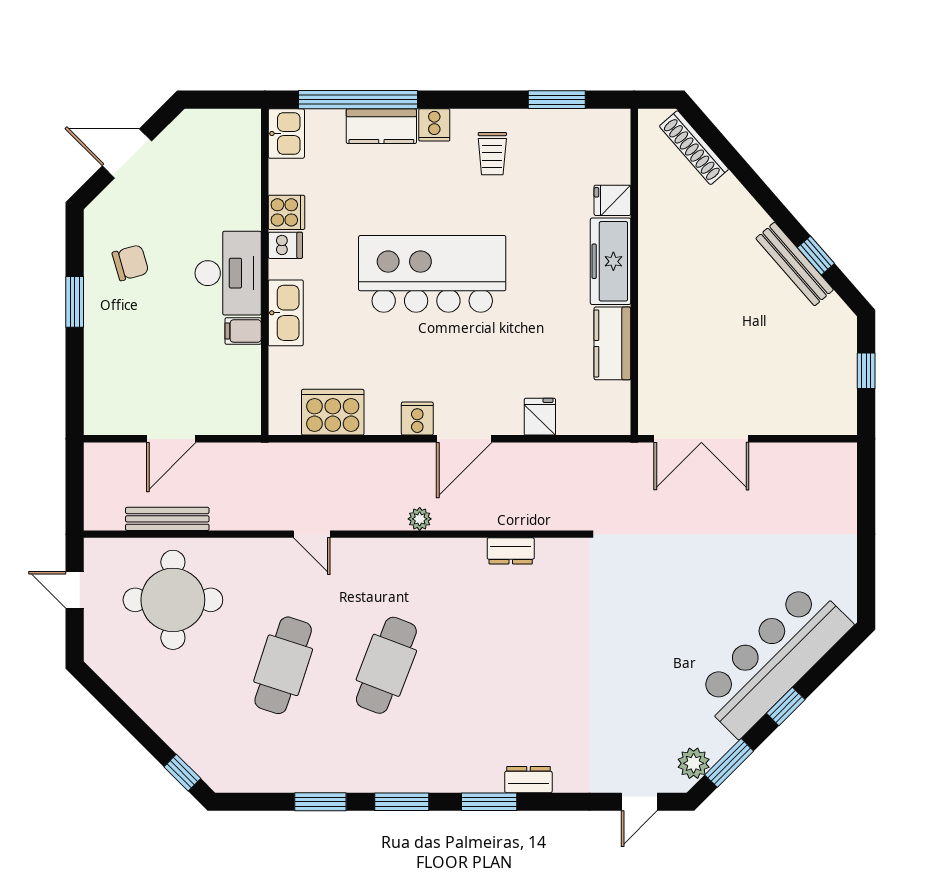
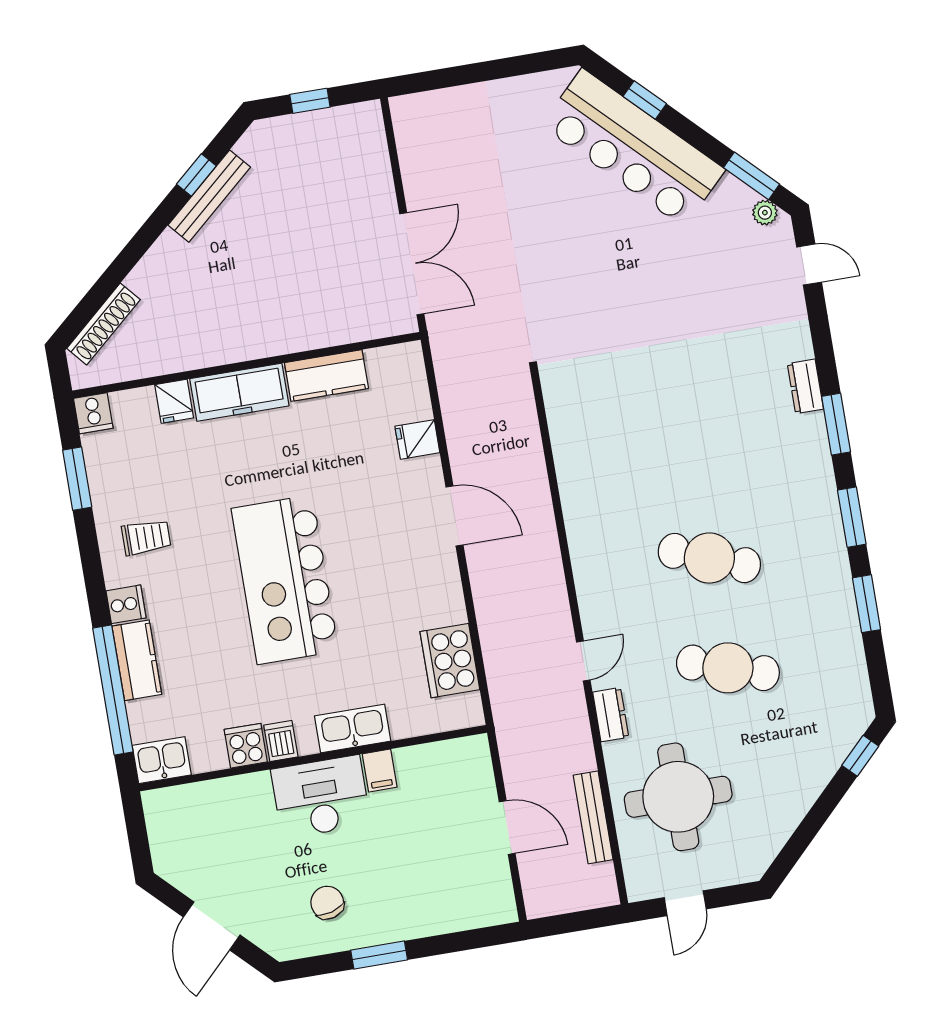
cooker: (417, 419) -> (93, 413), moved, turned -90
plant: (420, 519) -> (548, 549), removed
dresser: (511, 551) -> (611, 715), moved
window: (786, 706) -> (645, 100), moved
plant: (694, 763) -> (765, 213), width x0.73, depth x0.73

